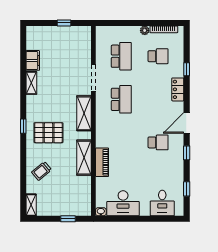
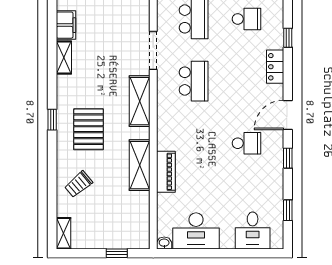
pallet: (48, 133) -> (89, 129), turned 90

